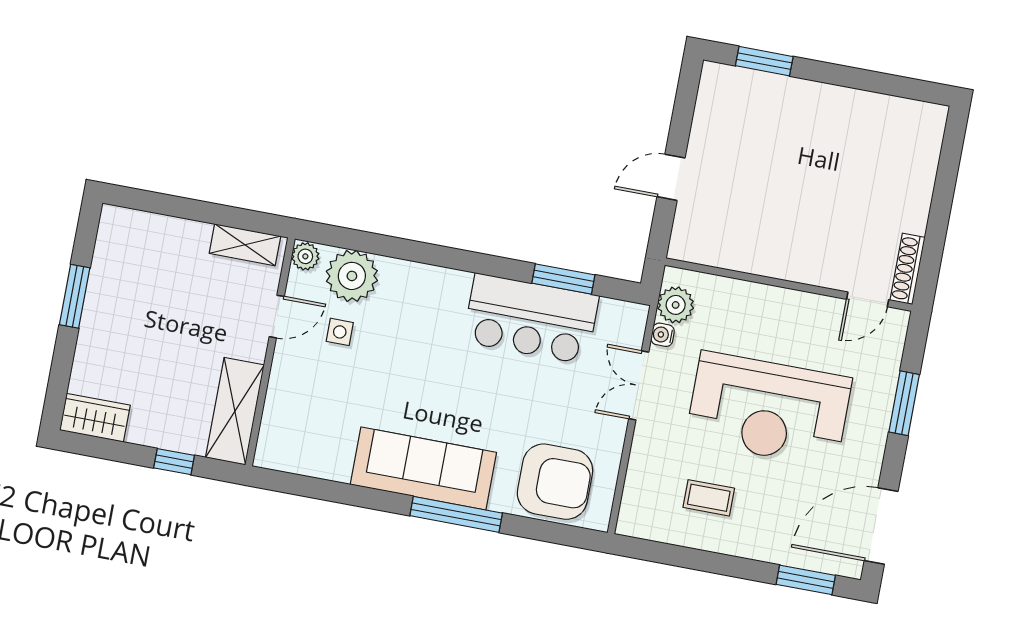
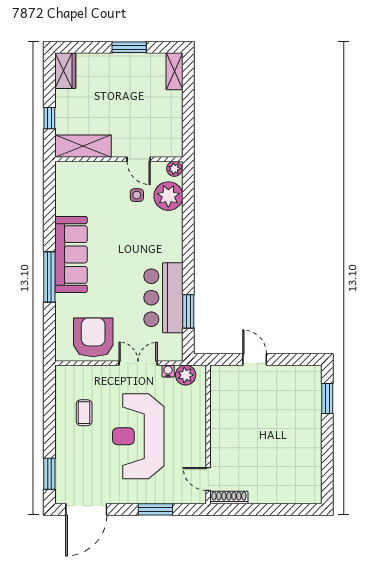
shelving: (245, 245) -> (175, 71), moved
armchair: (555, 482) -> (93, 337), moved, turned 180
door: (881, 526) -> (86, 509), swing flipped

